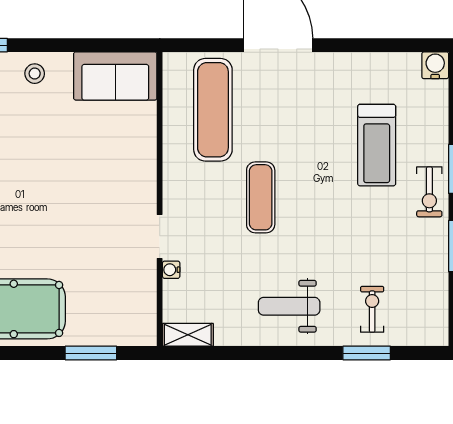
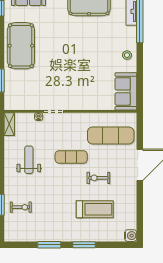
treadmill: (377, 145) -> (95, 209), turned 180
exercise bike: (429, 192) -> (98, 178), moved
weight bench: (289, 306) -> (29, 160), moved

